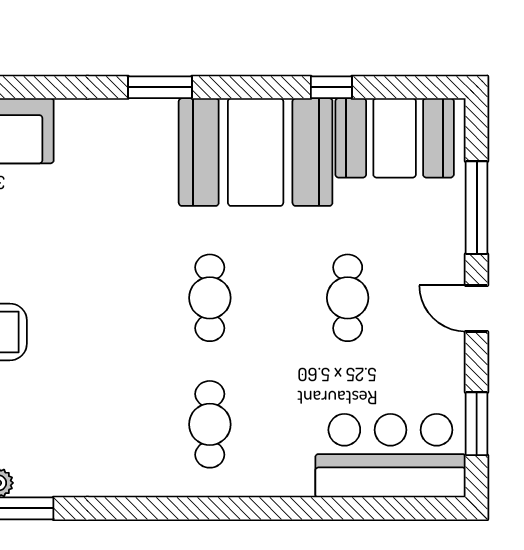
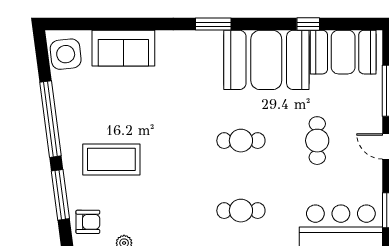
cafe table: (210, 298) -> (241, 141), turned 90
cafe table: (210, 424) -> (241, 211), turned 90

